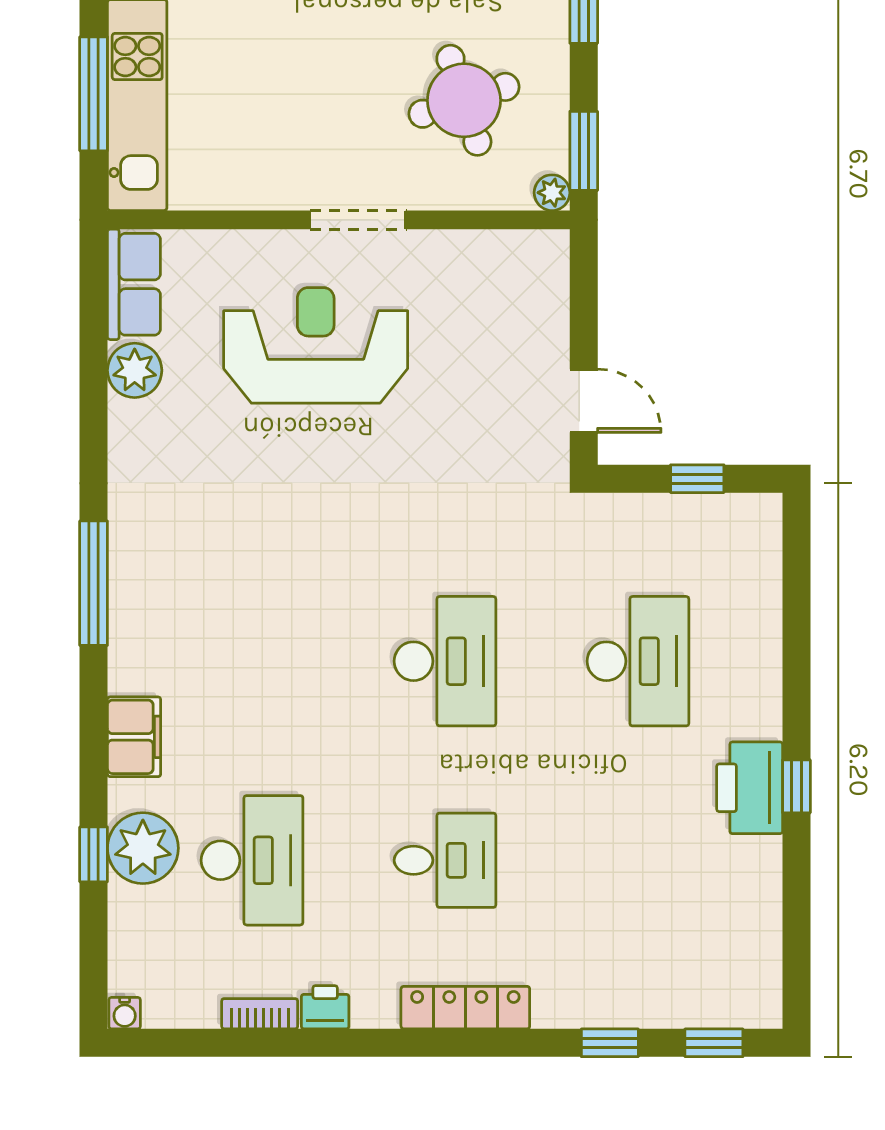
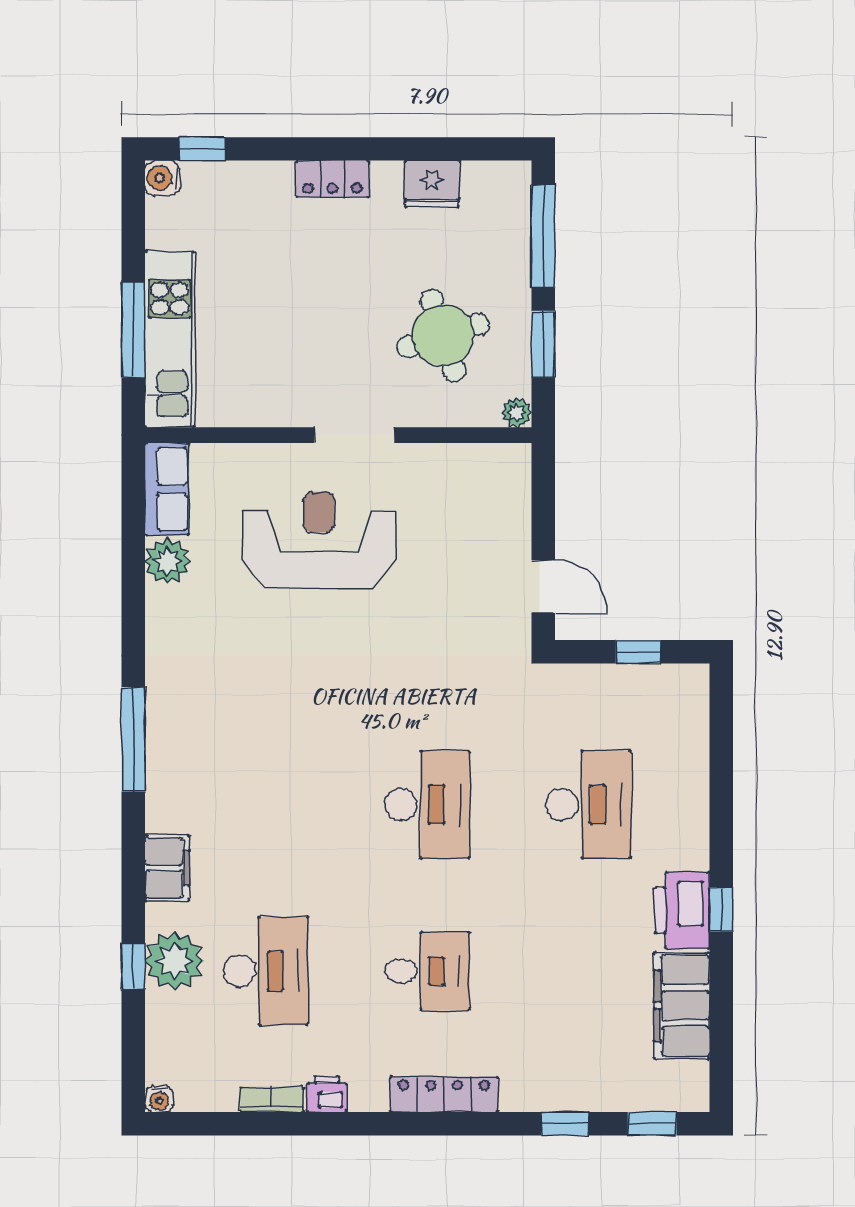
window: (584, 151) -> (543, 344), moved
filing cabinet: (749, 901) -> (682, 1005), added

